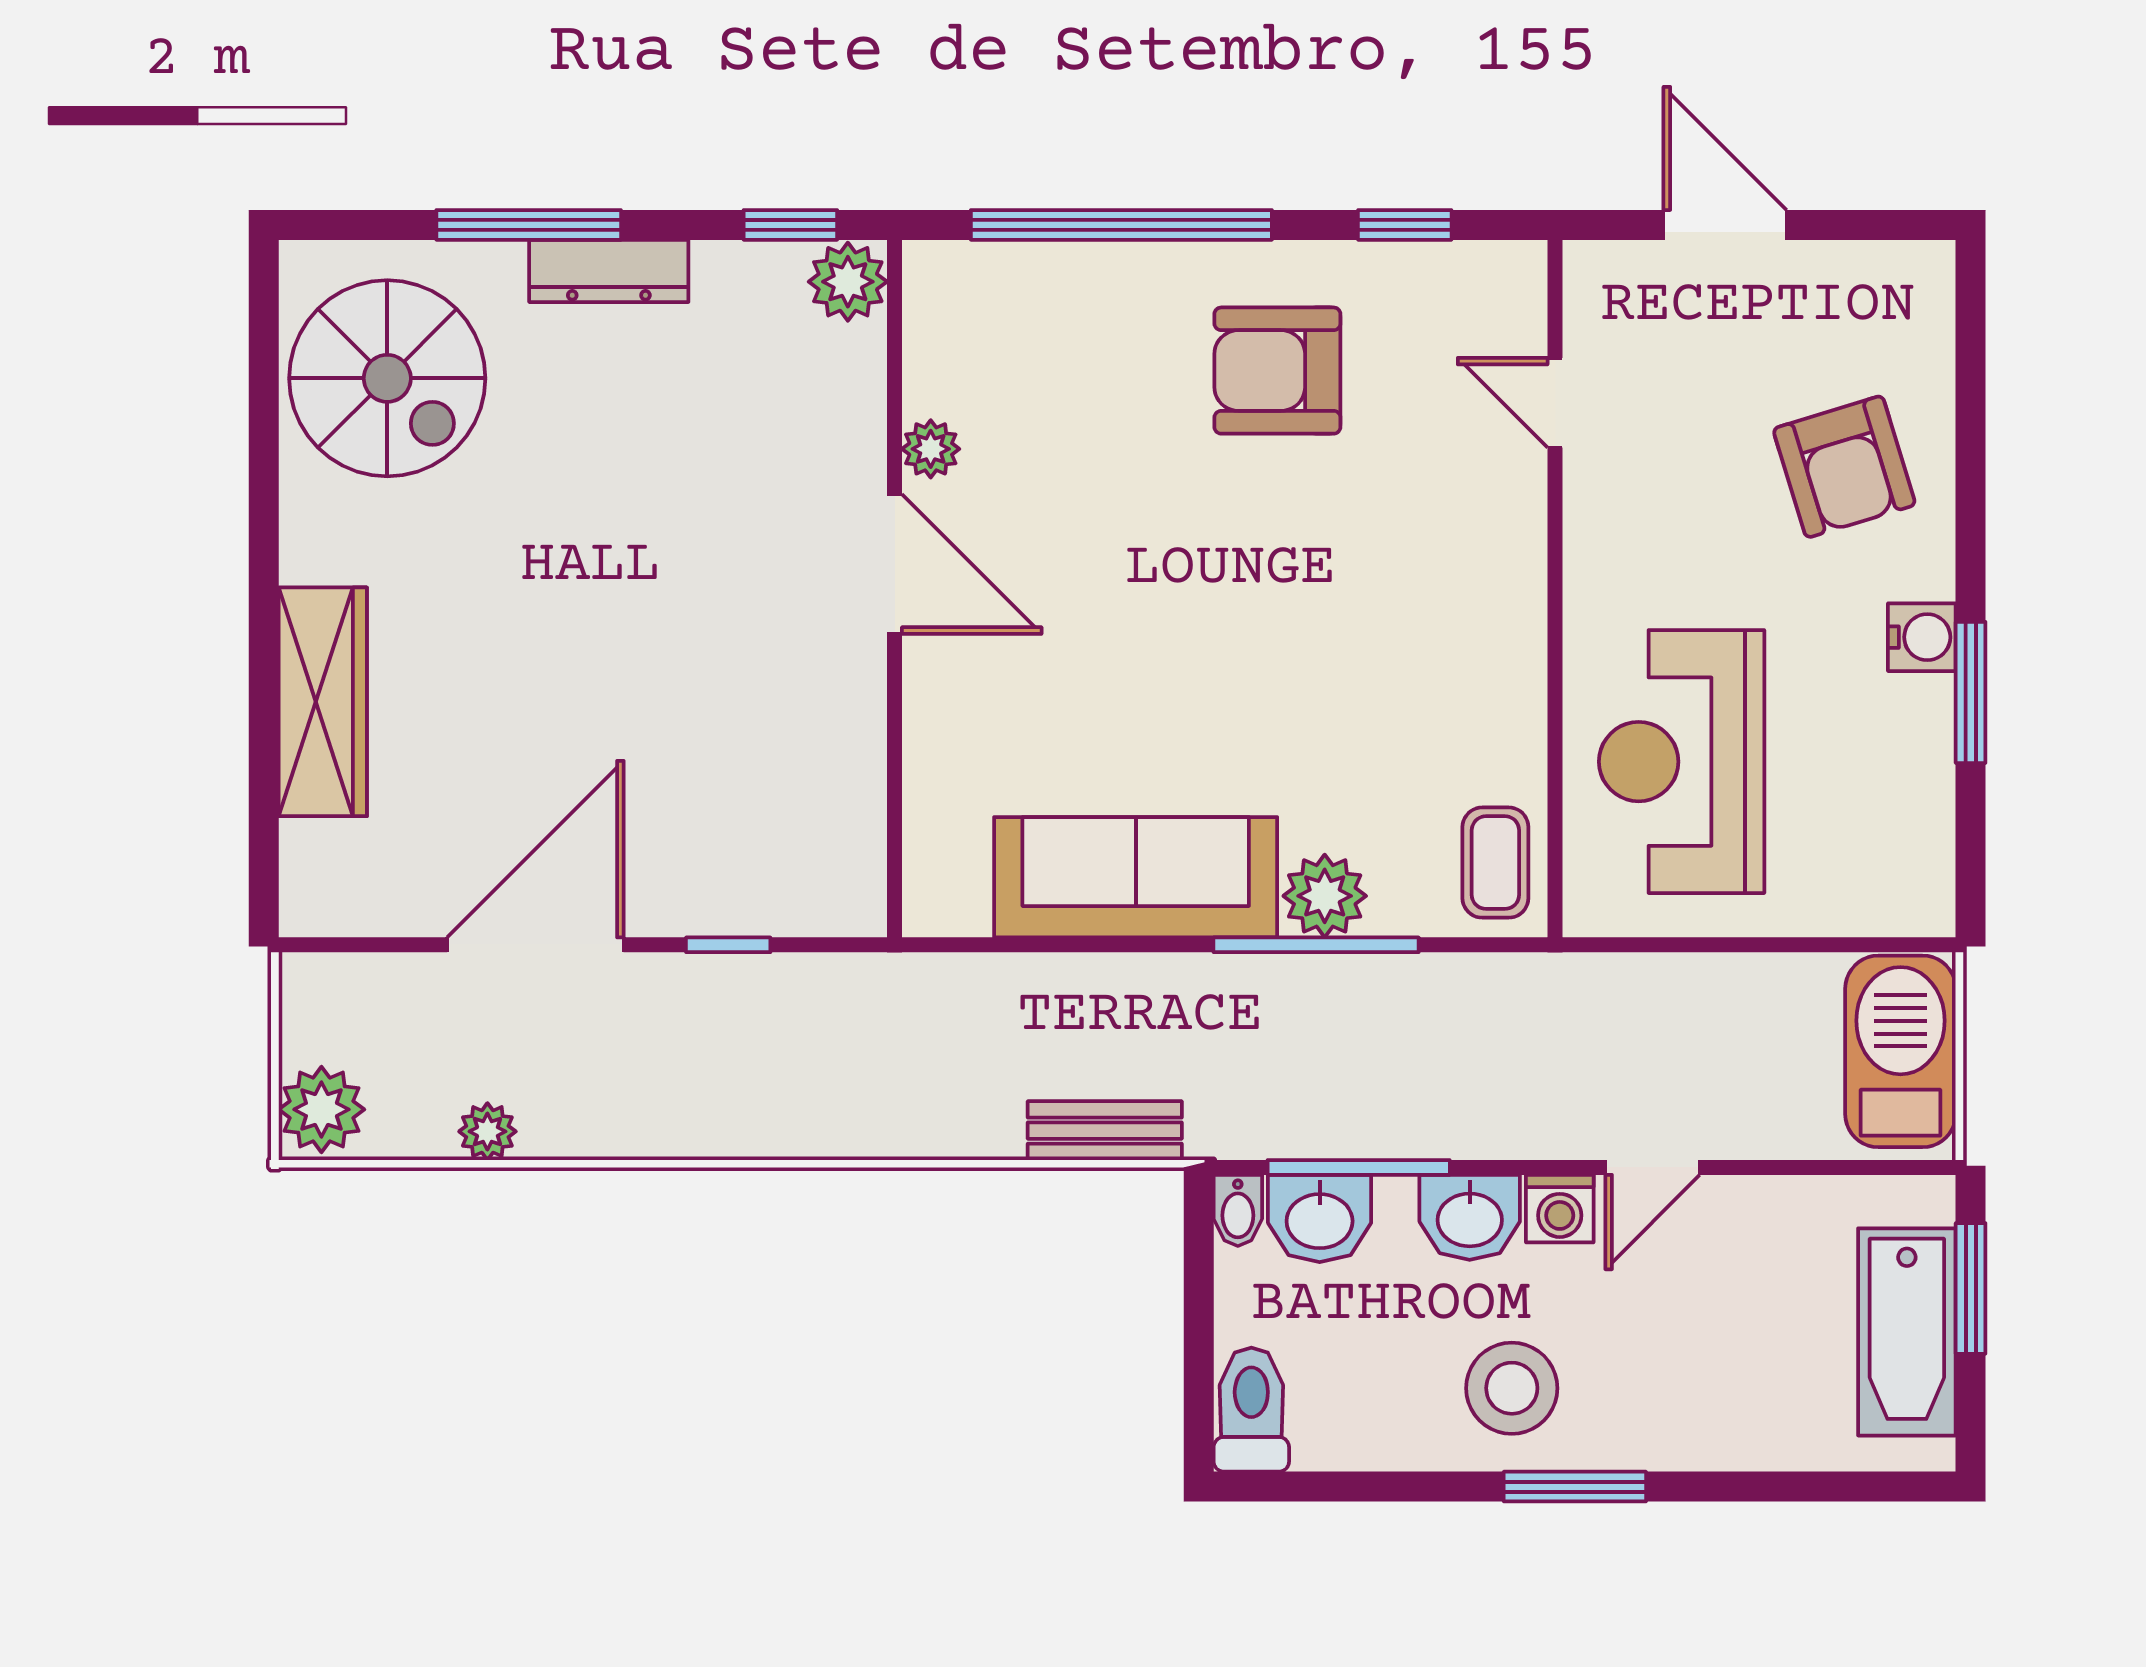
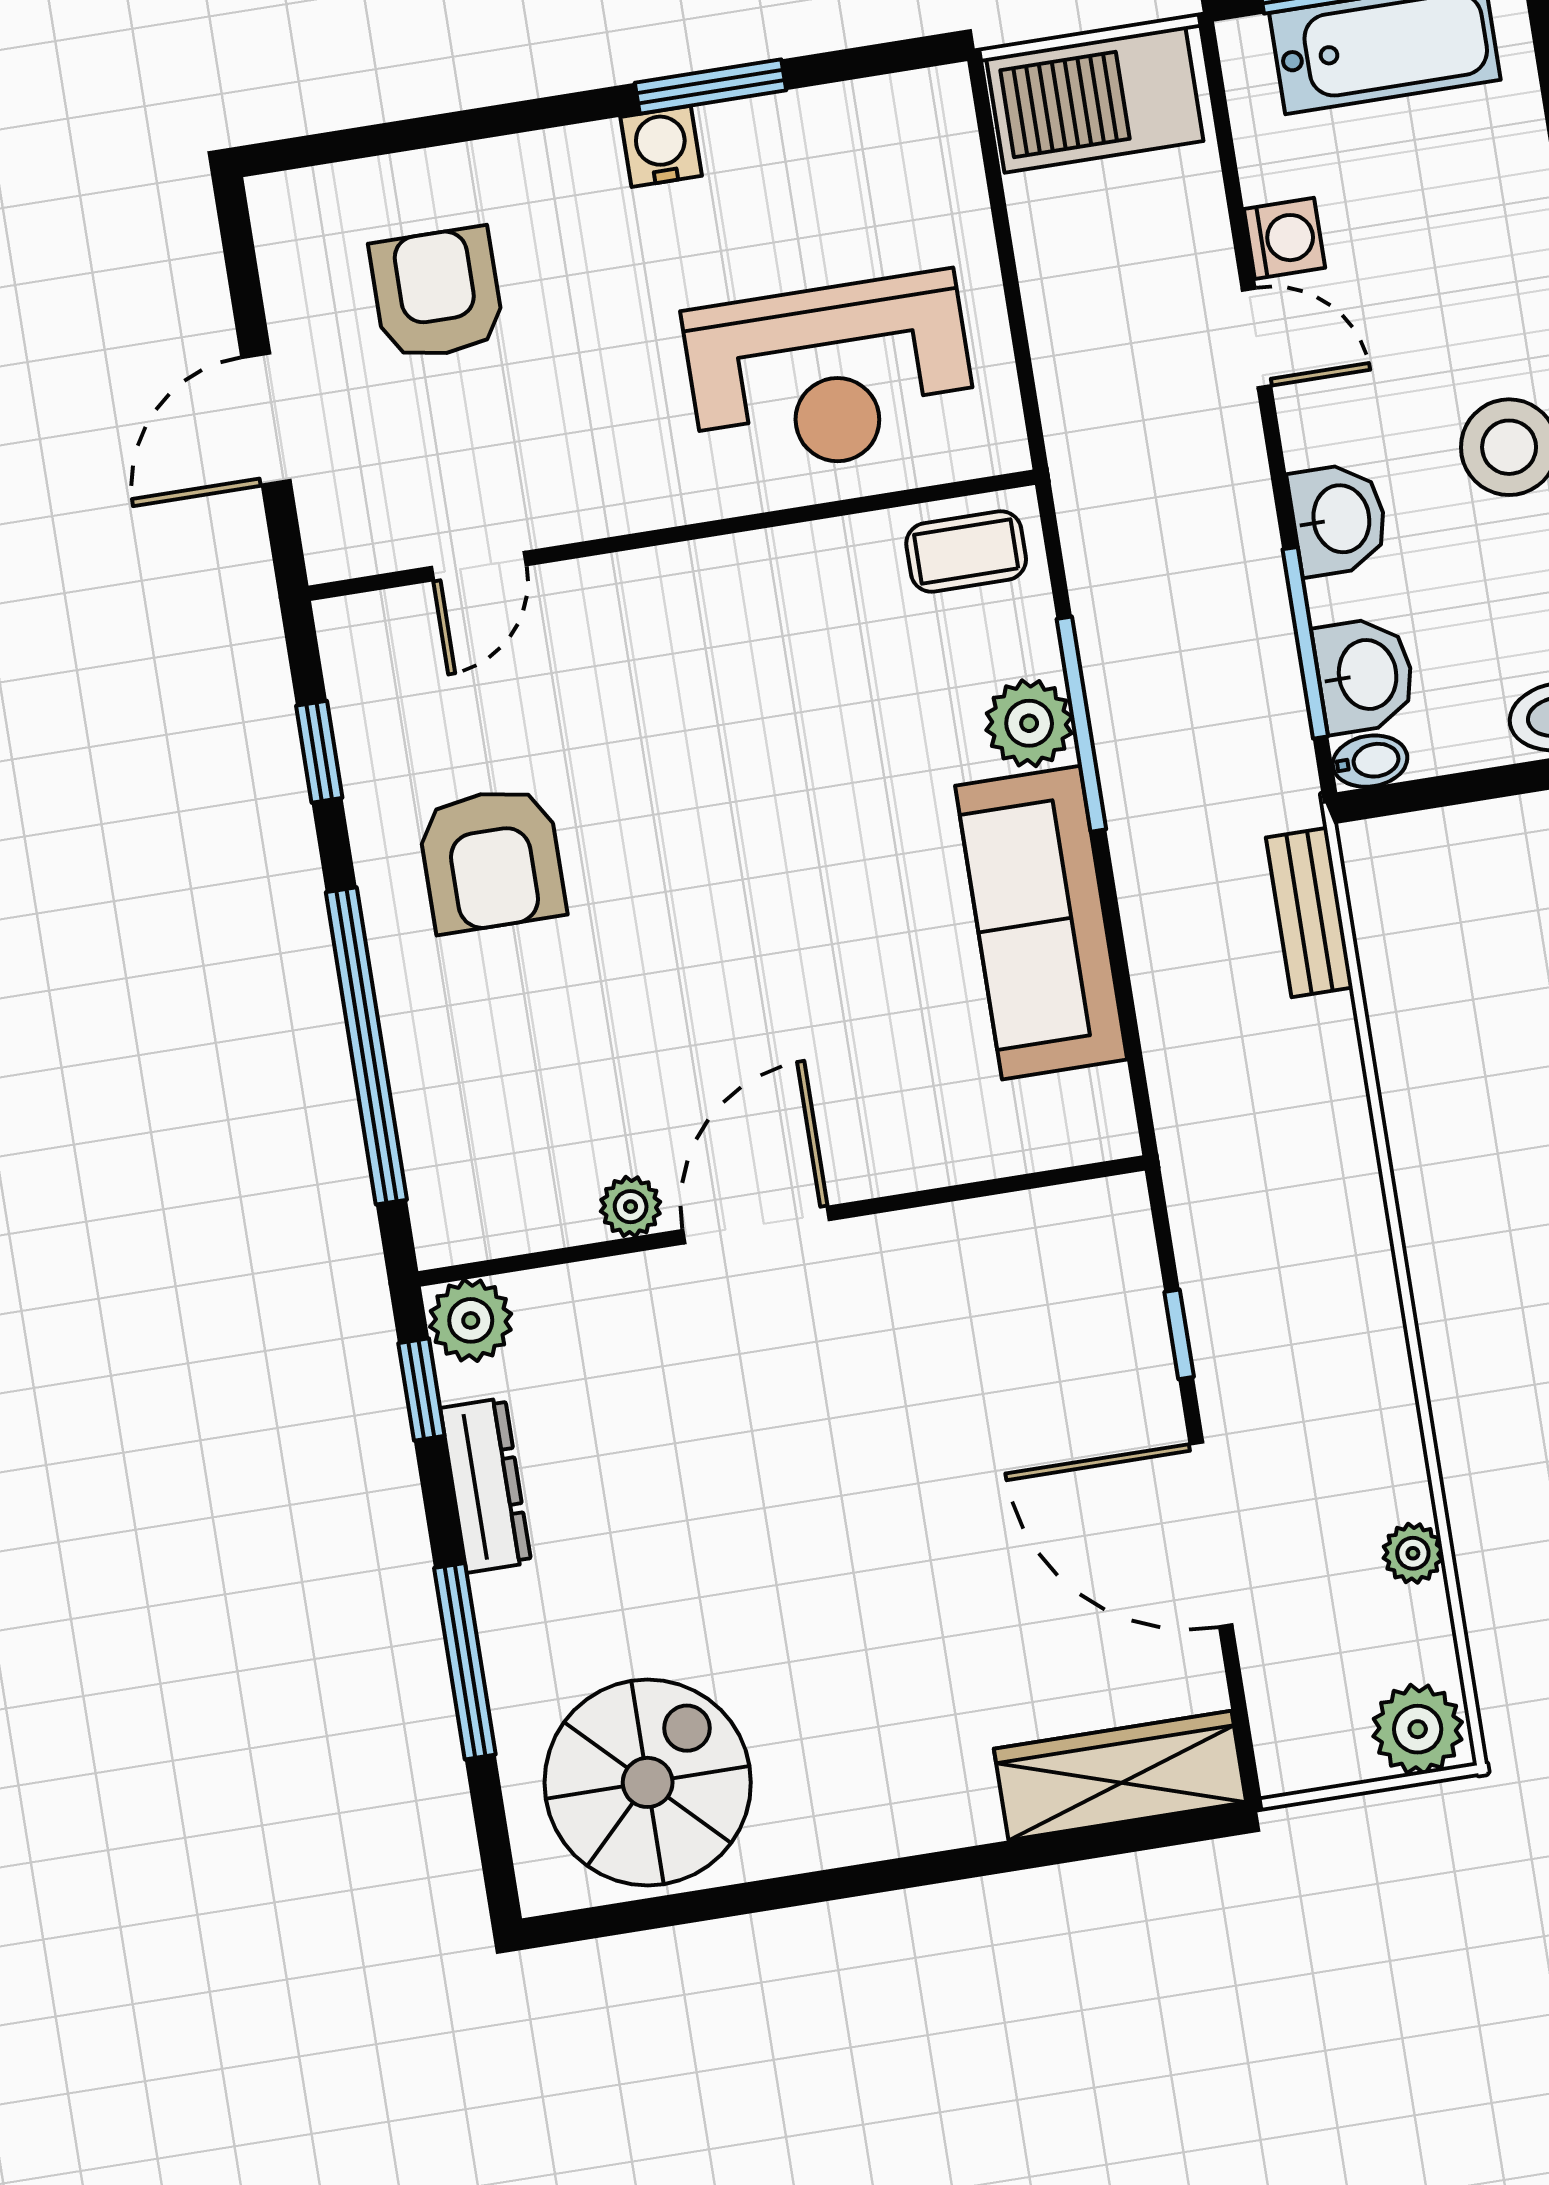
dresser: (609, 271) -> (486, 1485), moved
armchair: (1844, 467) -> (437, 294), moved, turned -73
wardrobe: (323, 702) -> (1120, 1775), moved
washing machine: (1560, 1209) -> (1284, 238), moved

